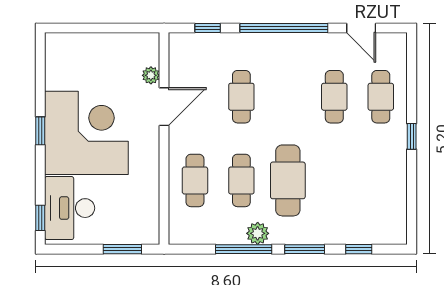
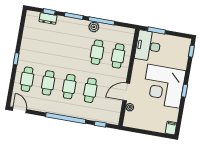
door: (361, 28) -> (20, 110), moved
filing cabinet: (55, 46) -> (171, 128), added
cafe table: (288, 180) -> (69, 87), moved, width x0.73, depth x0.74
desk: (70, 208) -> (148, 46), moved, turned 180
dresser: (359, 234) -> (48, 18), added

